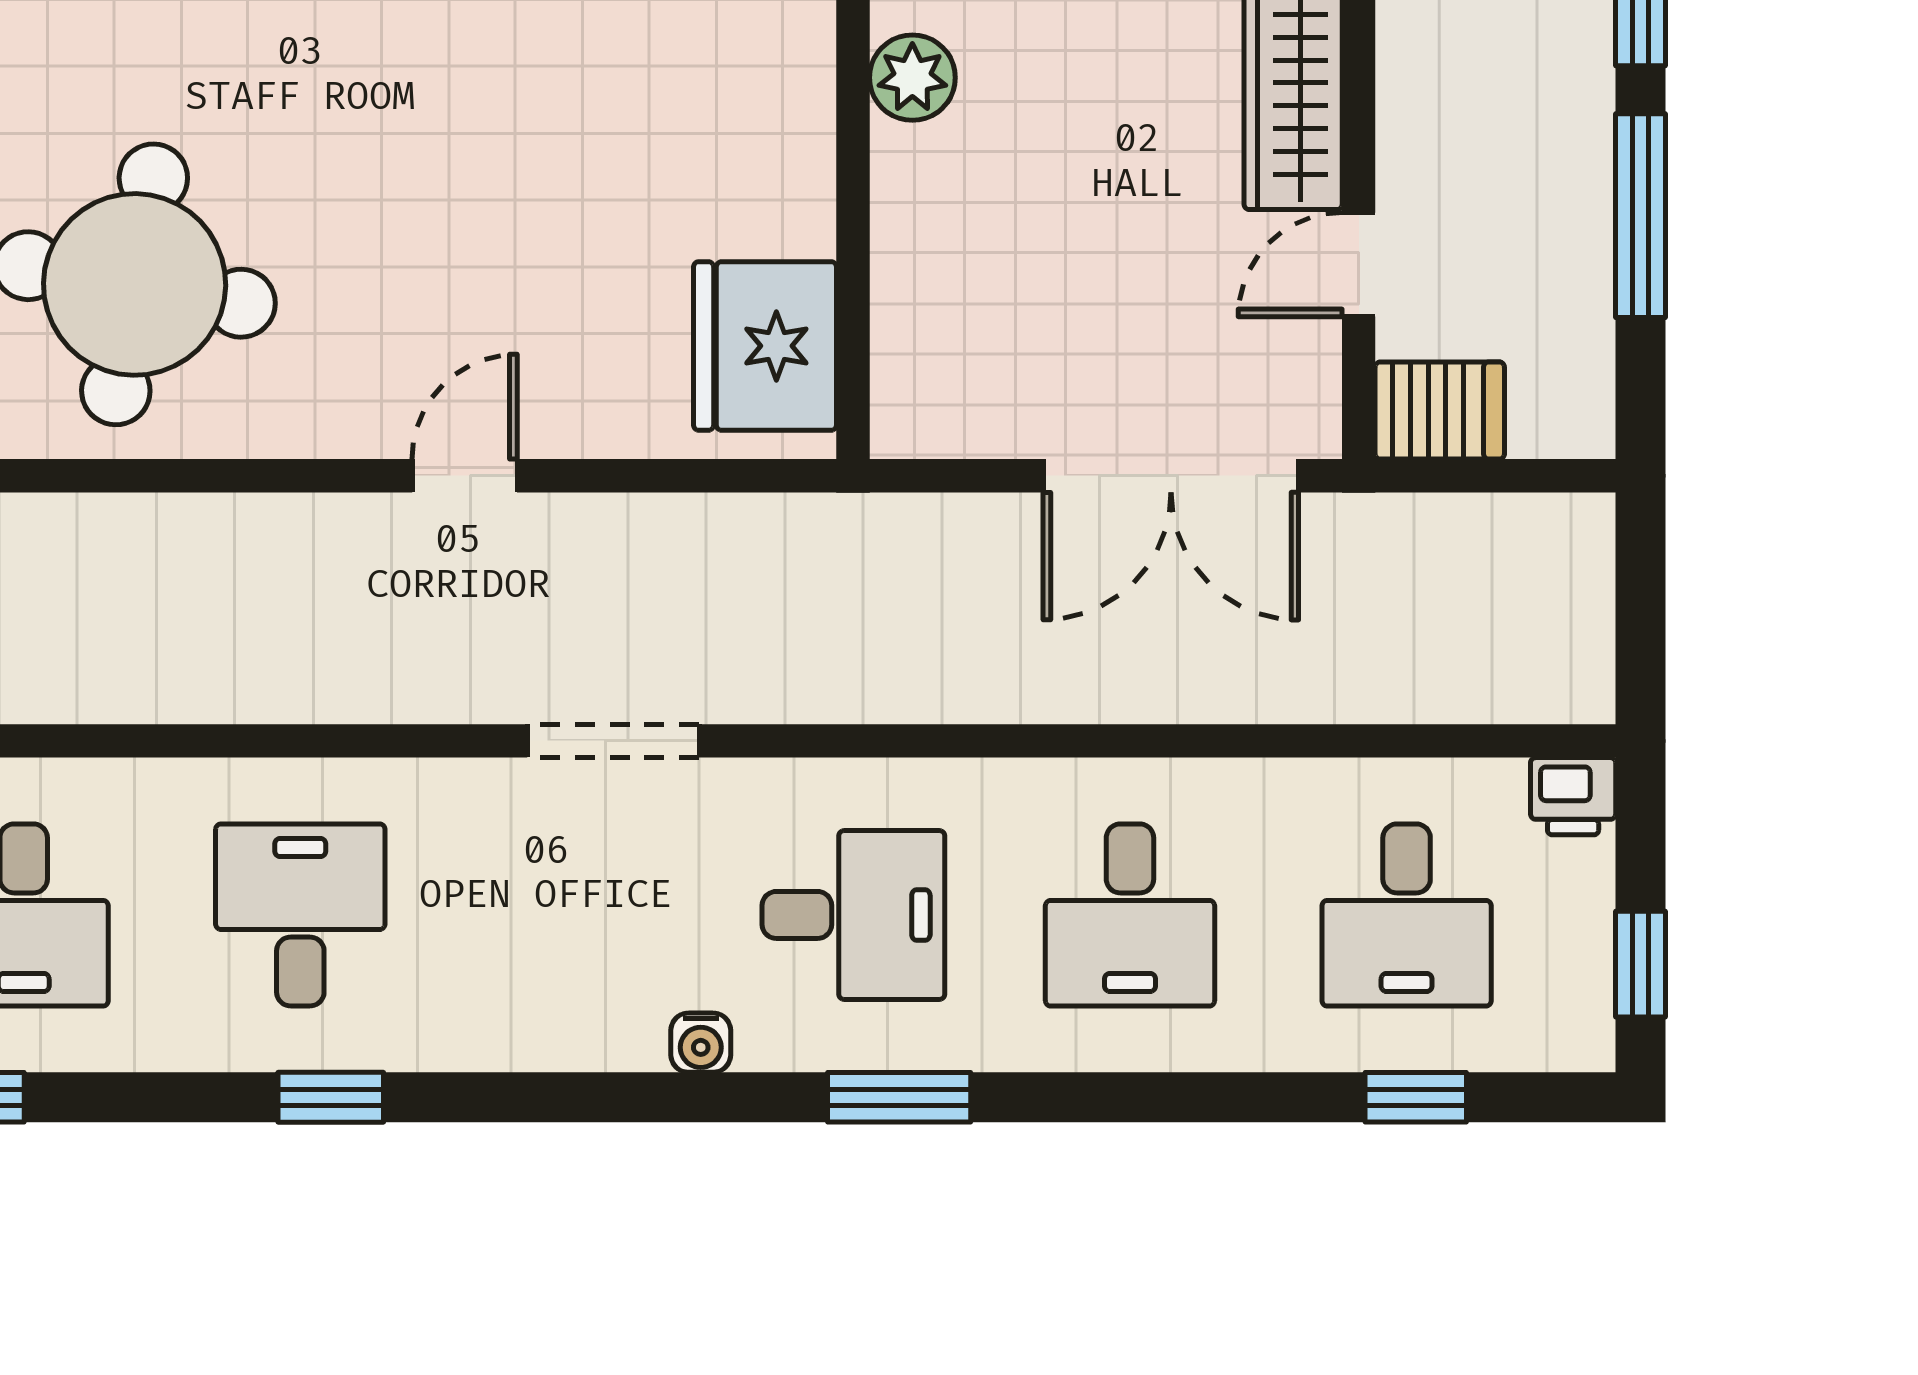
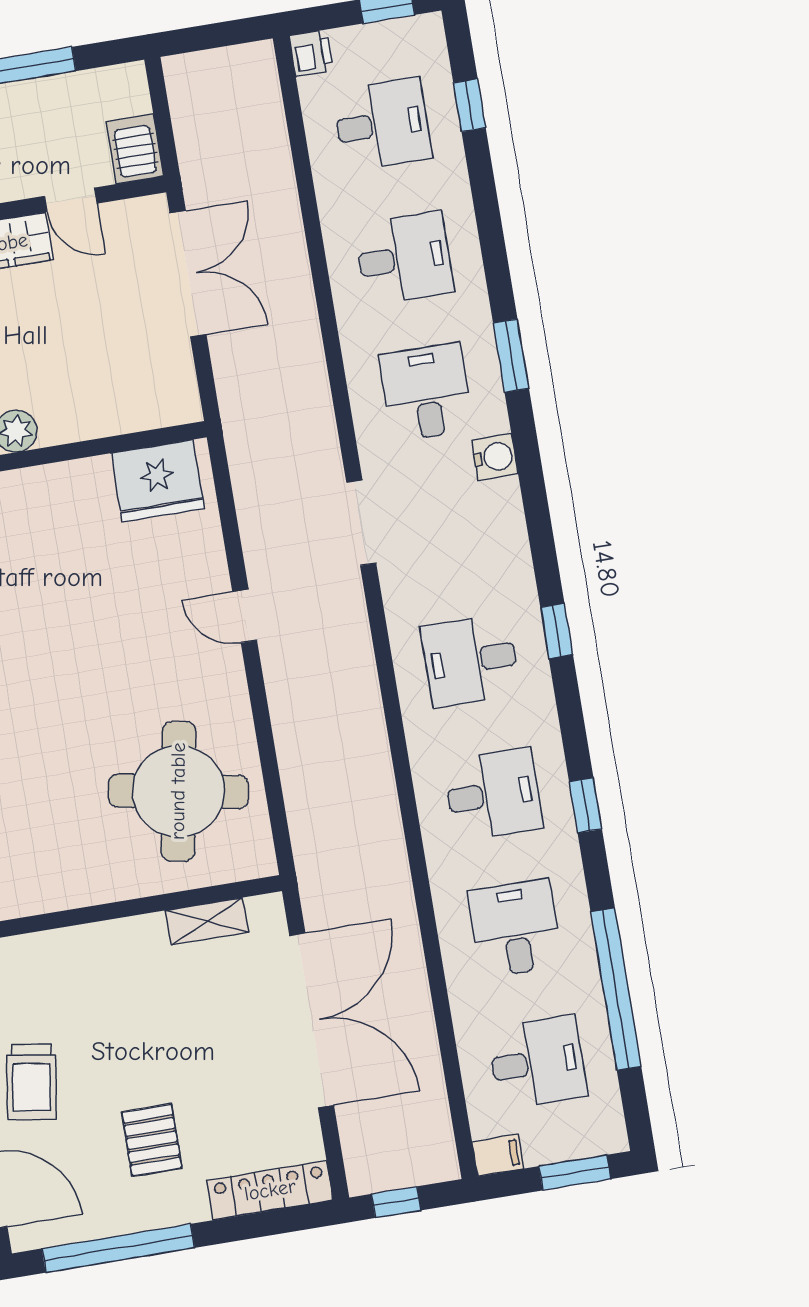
water cooler: (701, 1043) -> (495, 457), width x1.38, depth x1.38

